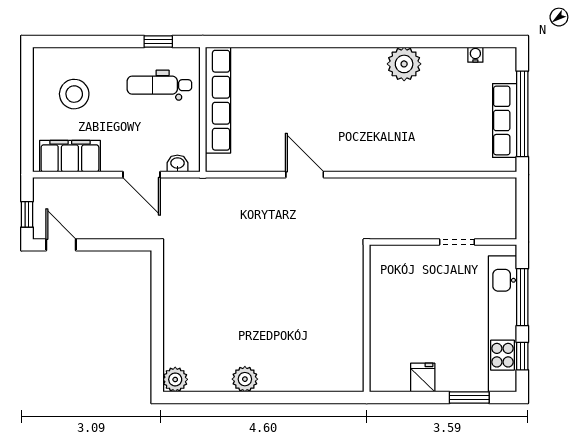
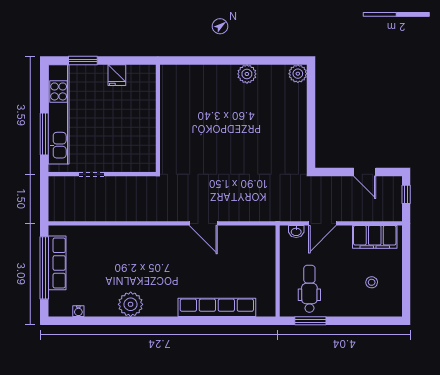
window: (158, 42) -> (310, 321), width x1.50
dental chair: (159, 85) -> (309, 289), turned -90
stool: (74, 94) -> (372, 282), width x0.53, depth x0.53
row of seats: (218, 100) -> (217, 307), moved, turned 90
door: (142, 175) -> (322, 223), swing flipped
door: (61, 245) -> (365, 172), moved
window: (522, 356) -> (44, 91), removed

